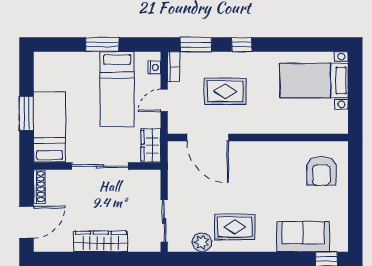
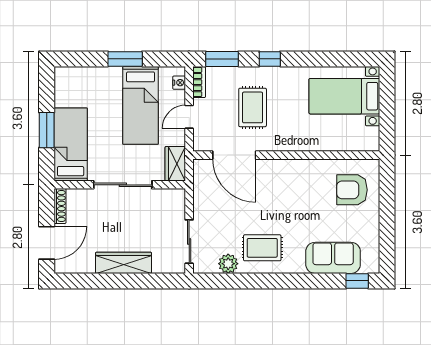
rug: (225, 91) -> (253, 107), turned 90
armchair: (321, 171) -> (352, 190), turned 90

